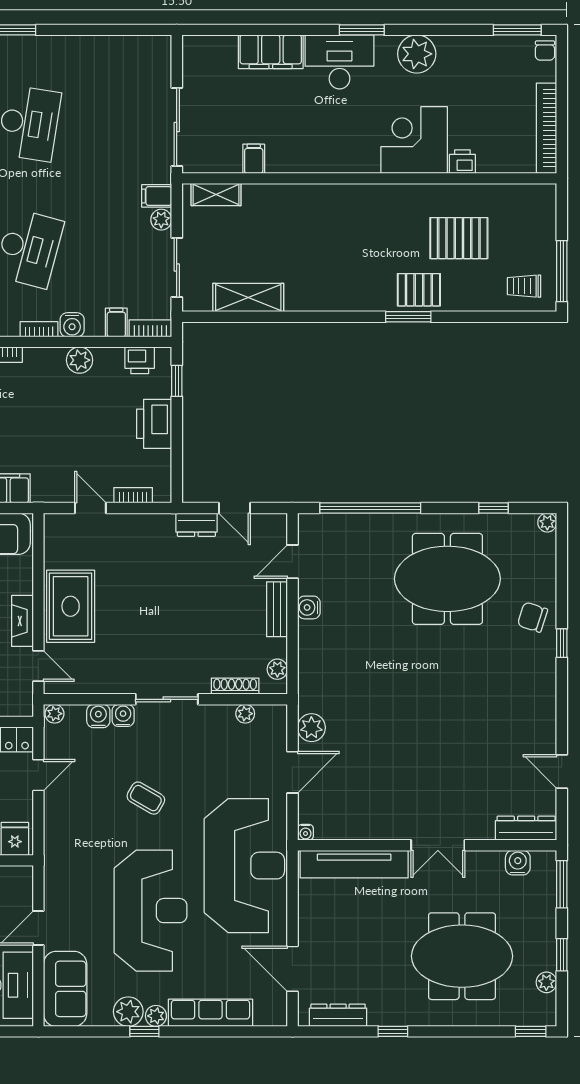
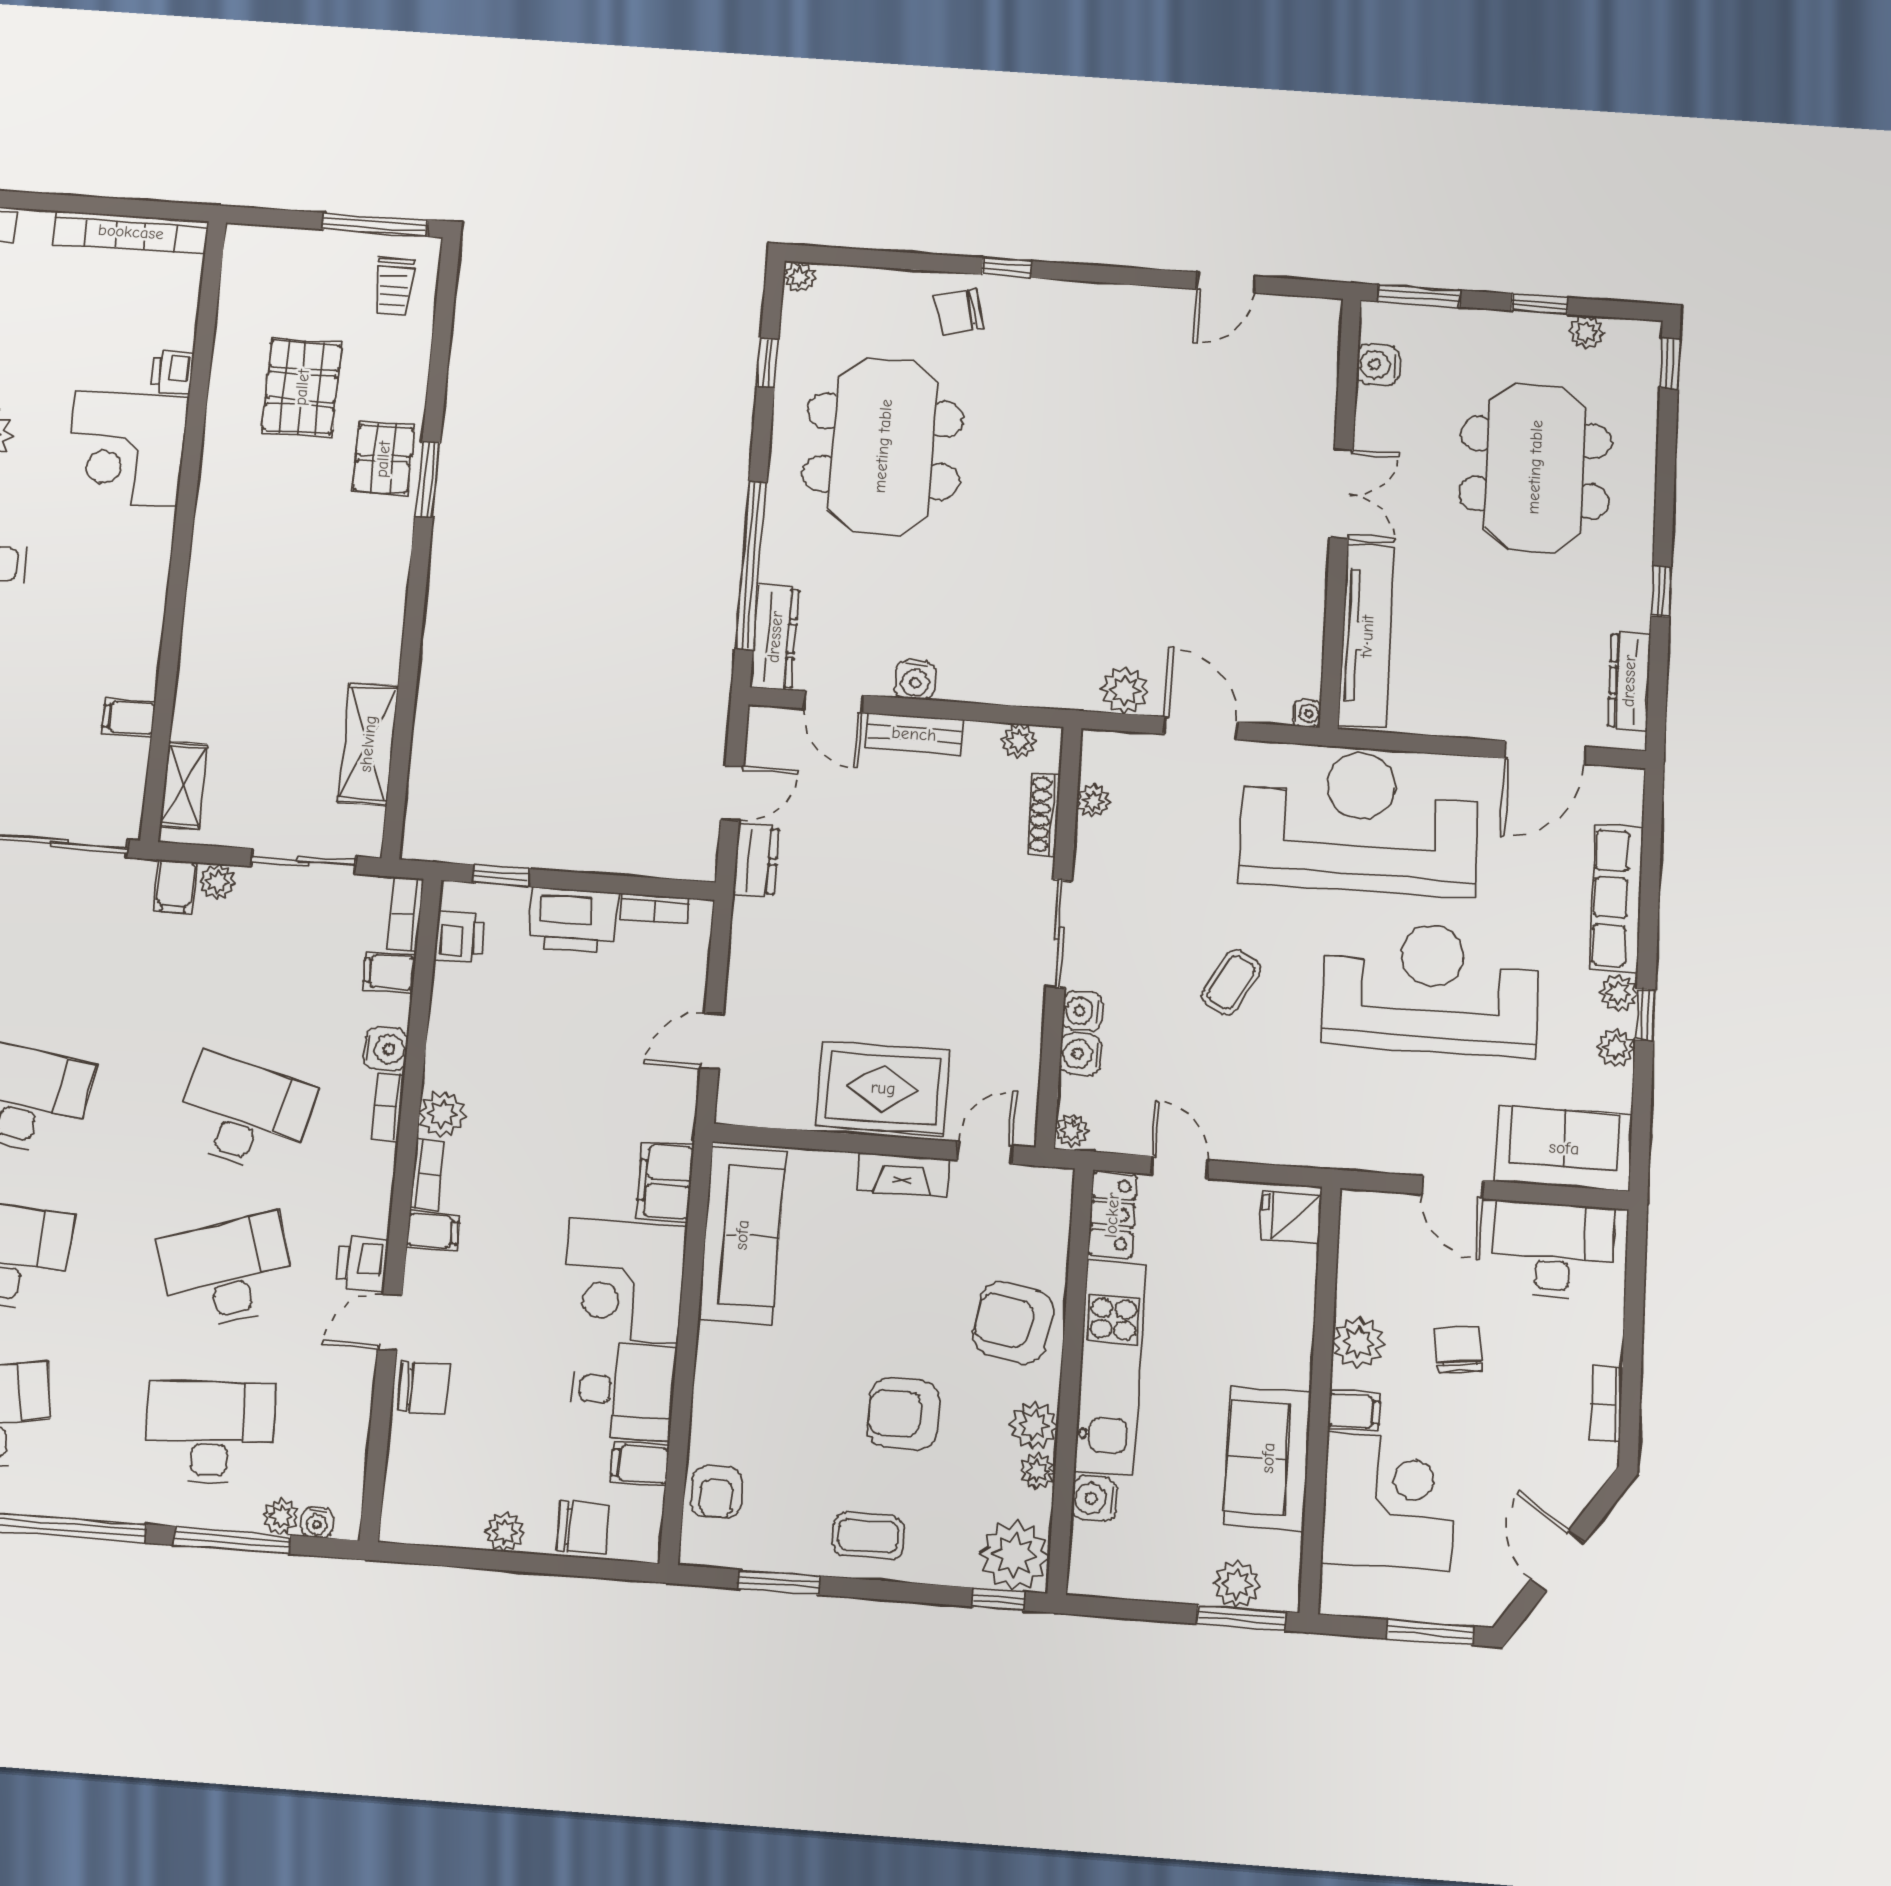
plant: (80, 360) -> (442, 1114), moved
bookcase: (133, 495) -> (655, 909), moved, turned -90
chair: (533, 617) -> (959, 312), turned 58
dresser: (526, 828) -> (775, 637), moved, turned 180
plant: (128, 1012) -> (1616, 1048), width x0.73, depth x0.73

